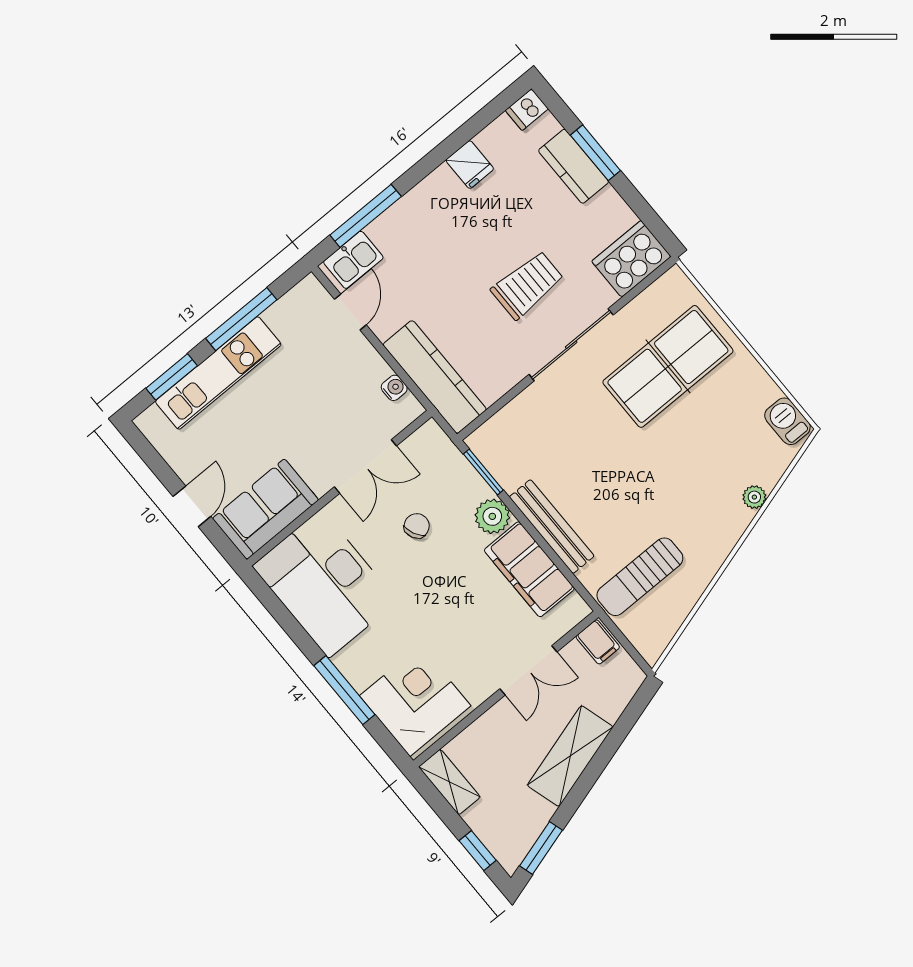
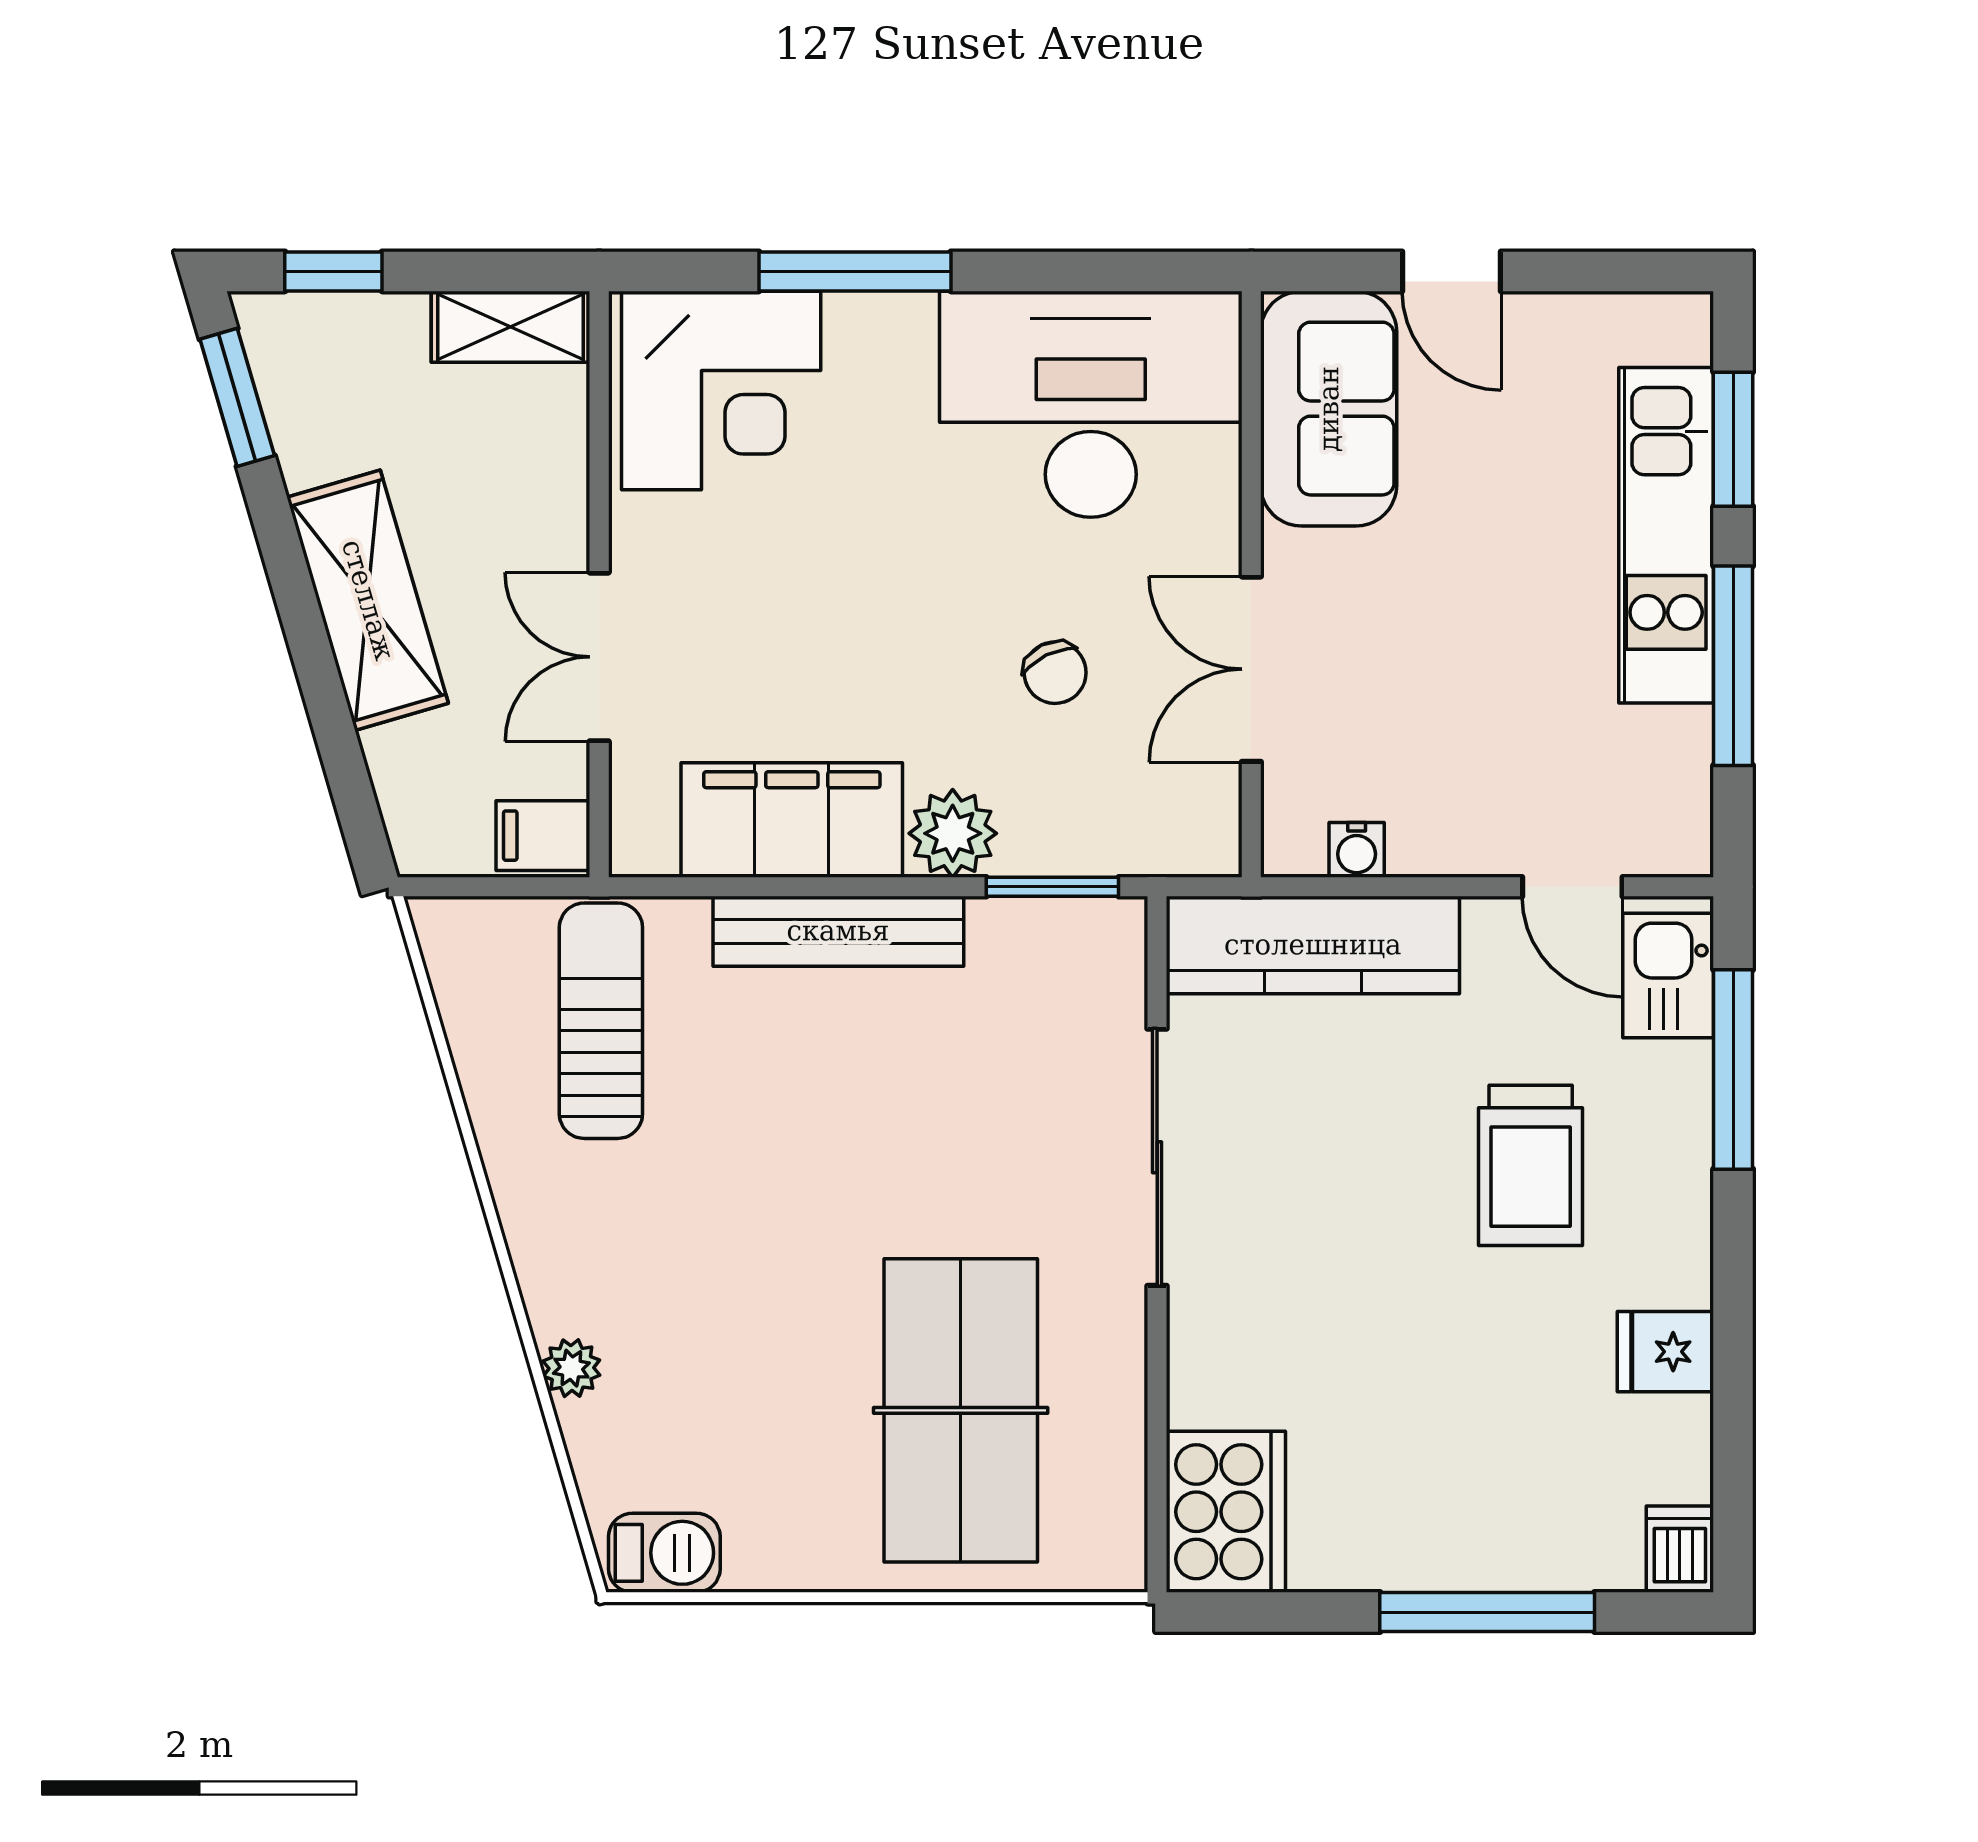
window: (595, 153) -> (1487, 1612), width x1.44
kitchen counter: (574, 166) -> (1496, 1549), removed
trolley: (527, 285) -> (1531, 1165), moved
sliding door: (571, 345) -> (1157, 1157), moved

